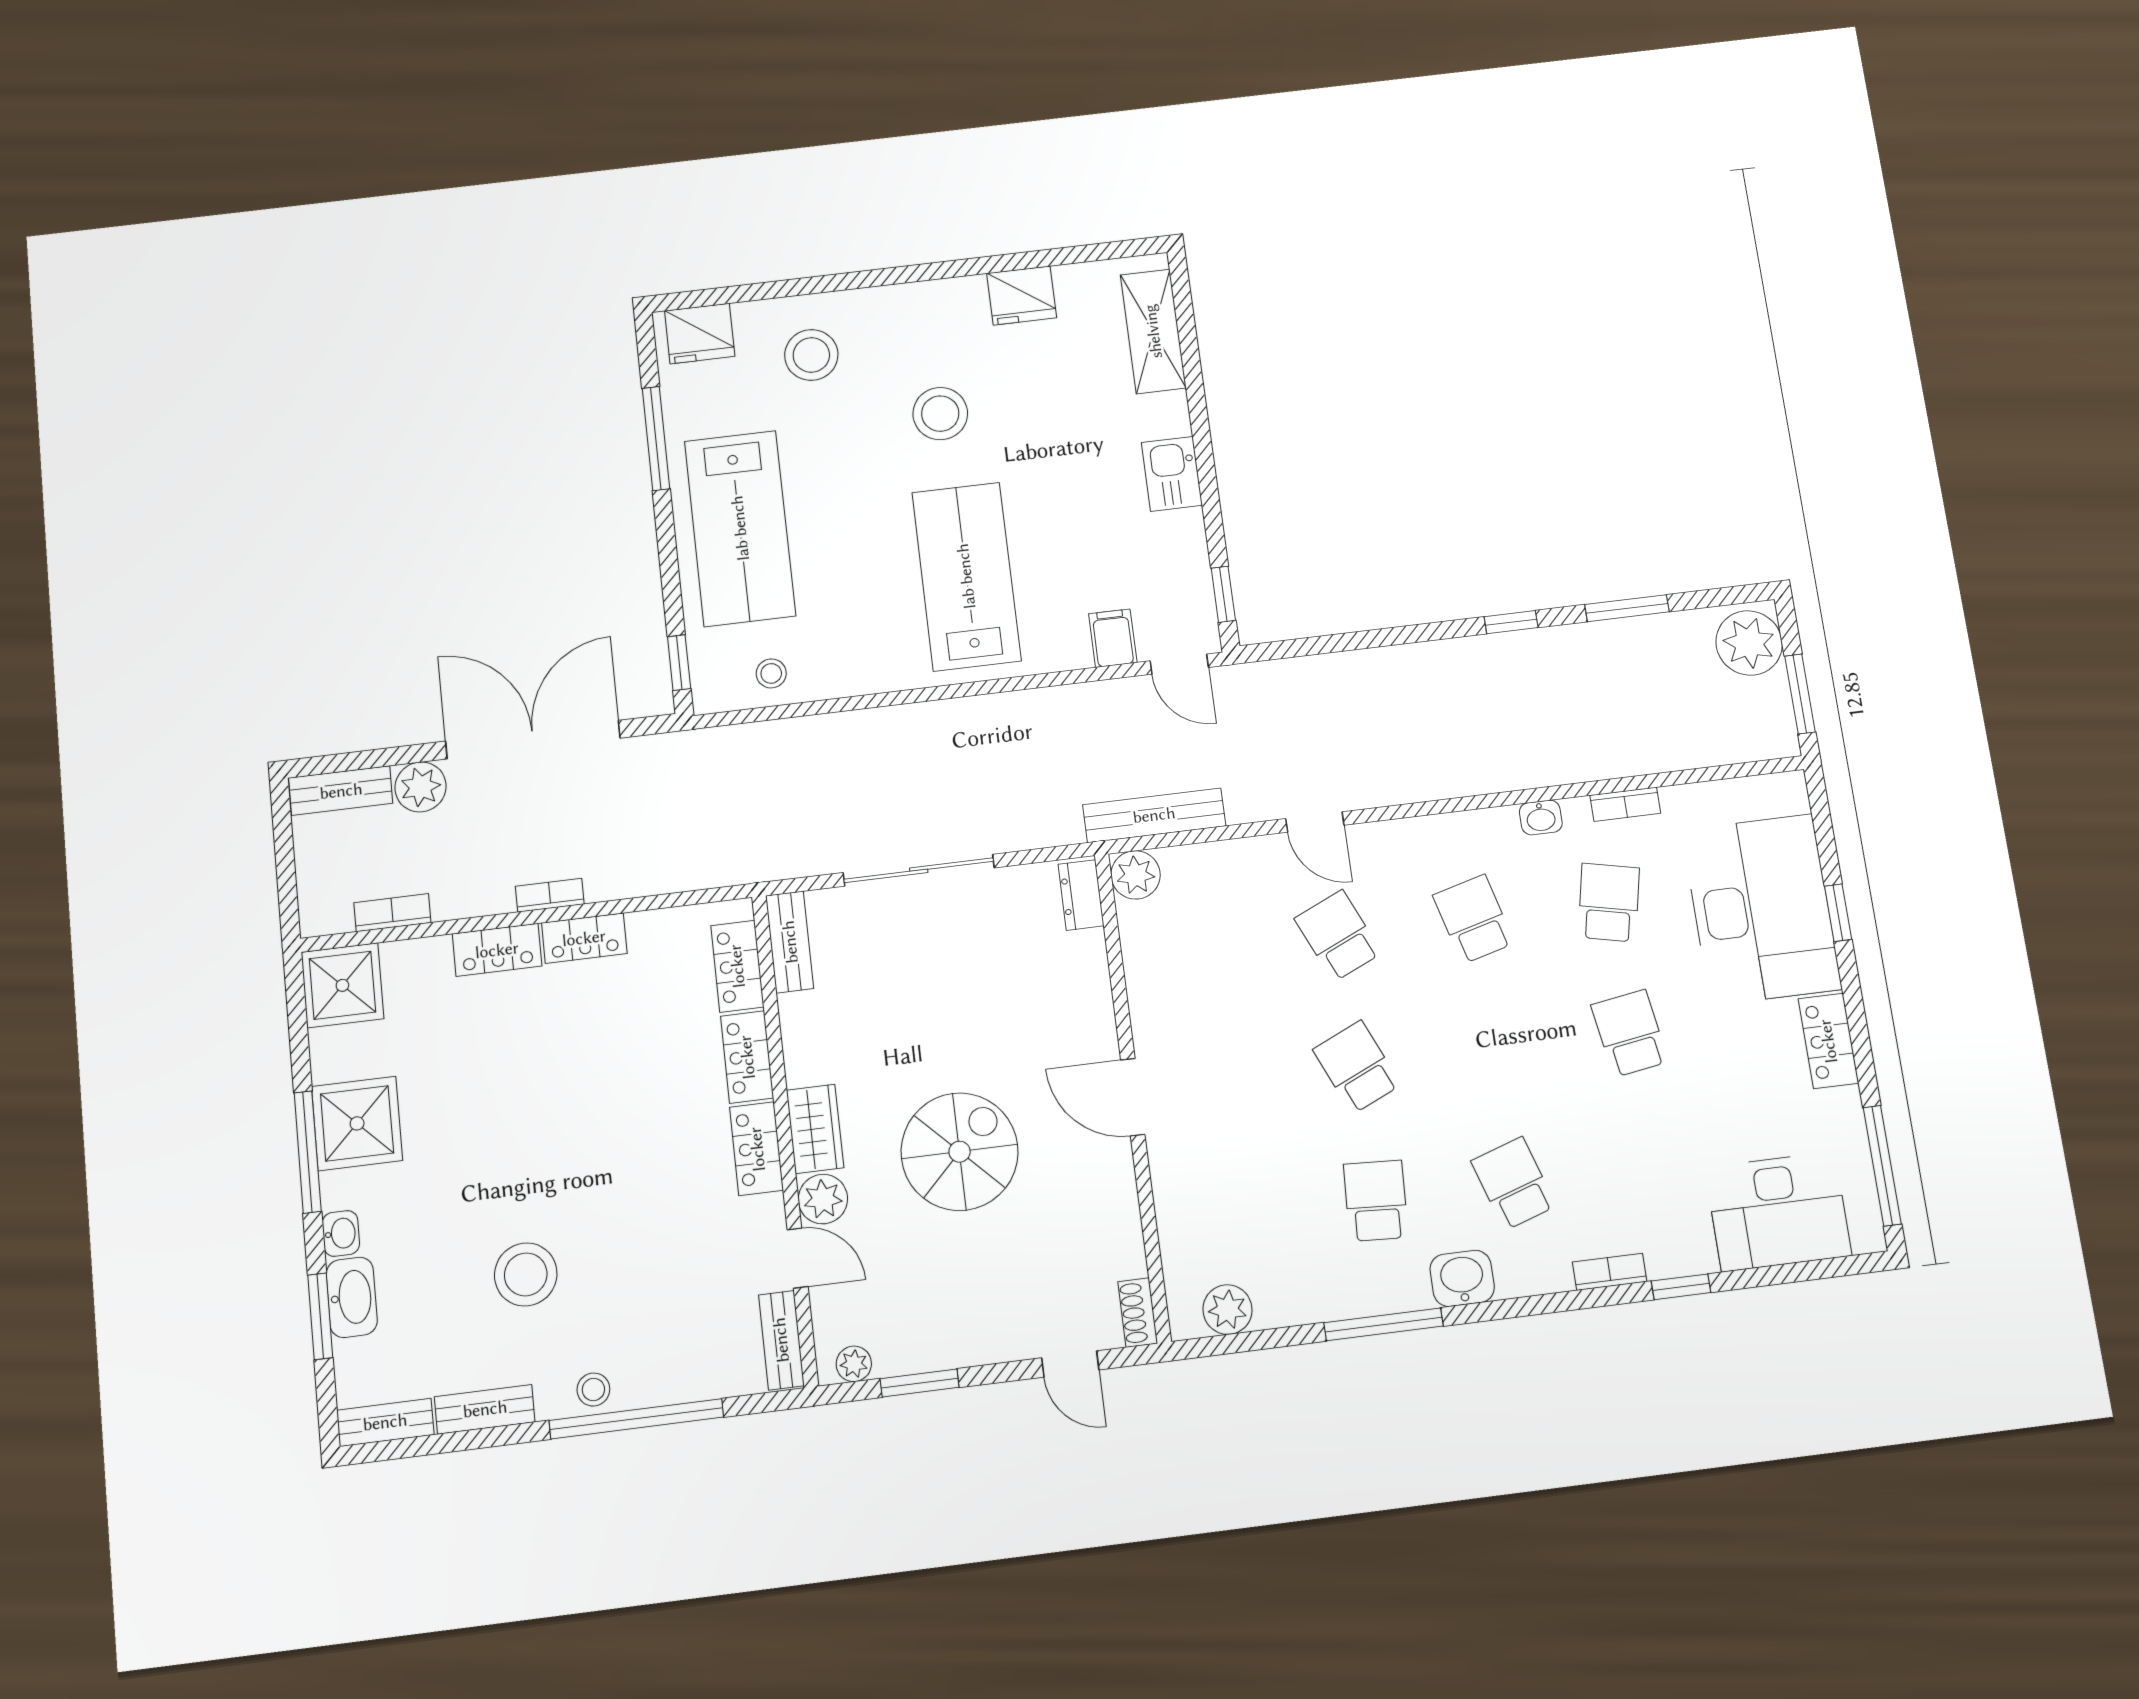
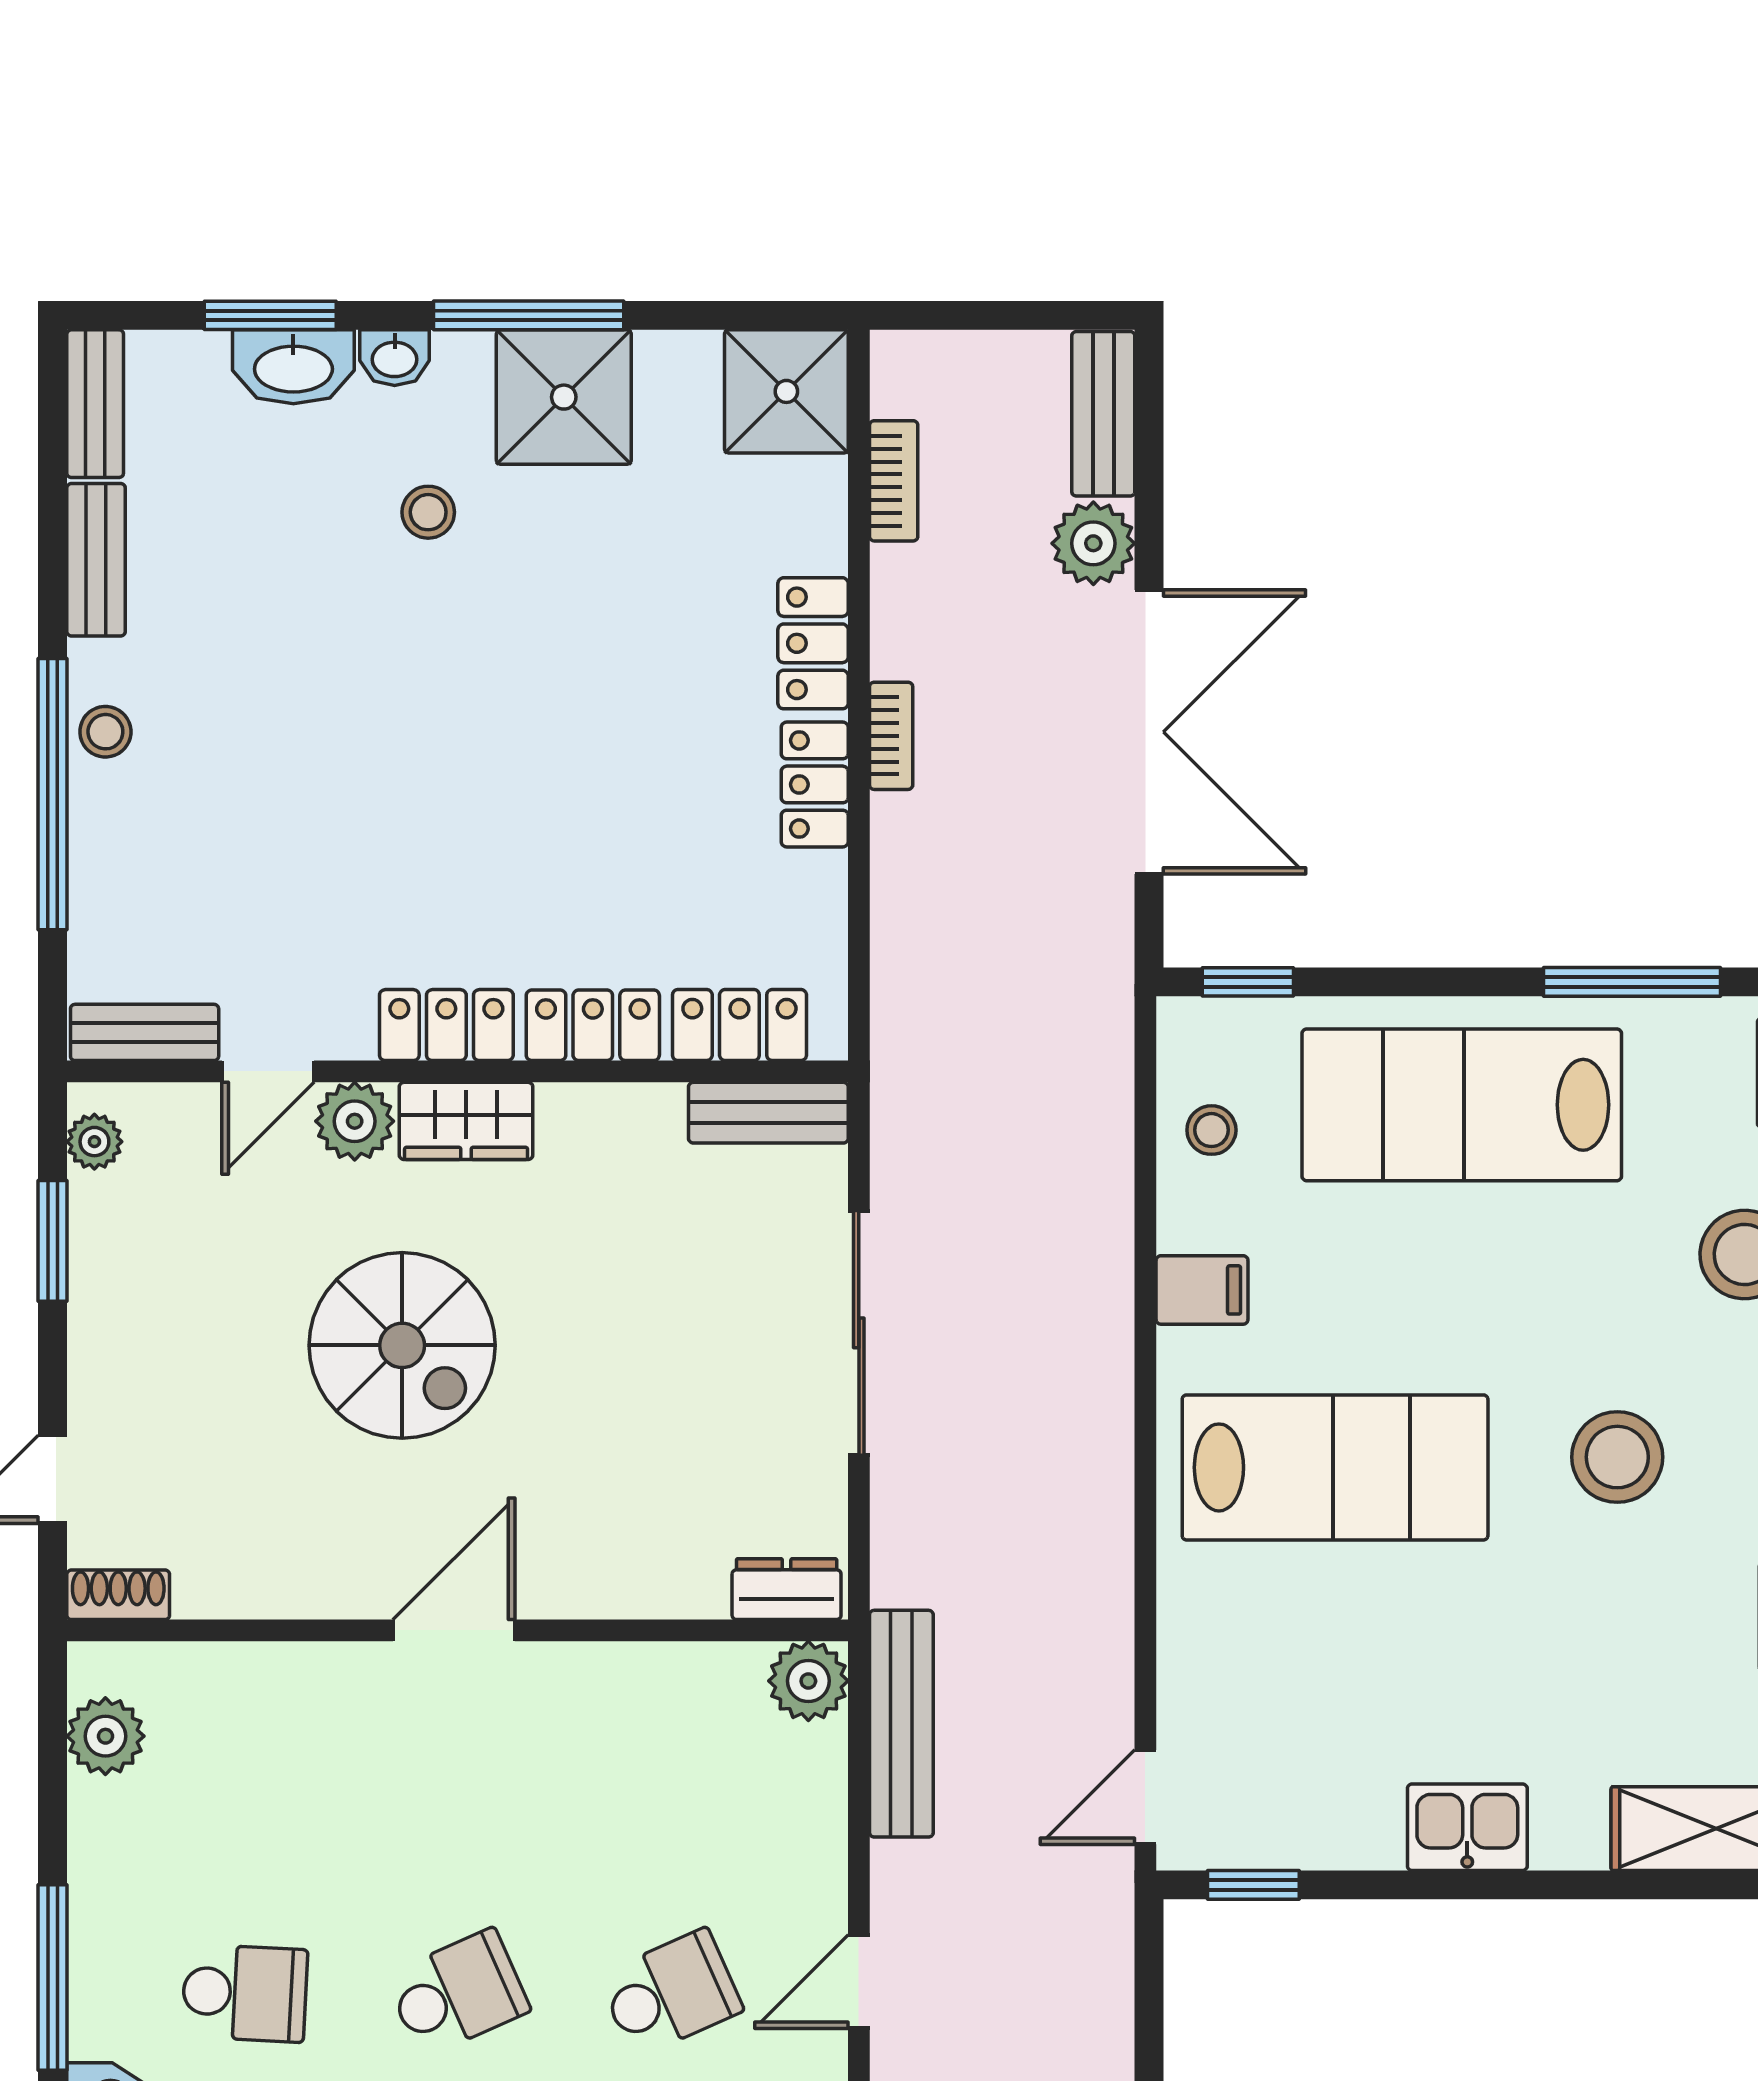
filing cabinet: (1113, 638) -> (1202, 1290), moved
stool: (526, 1274) -> (428, 512), moved, width x0.53, depth x0.53

